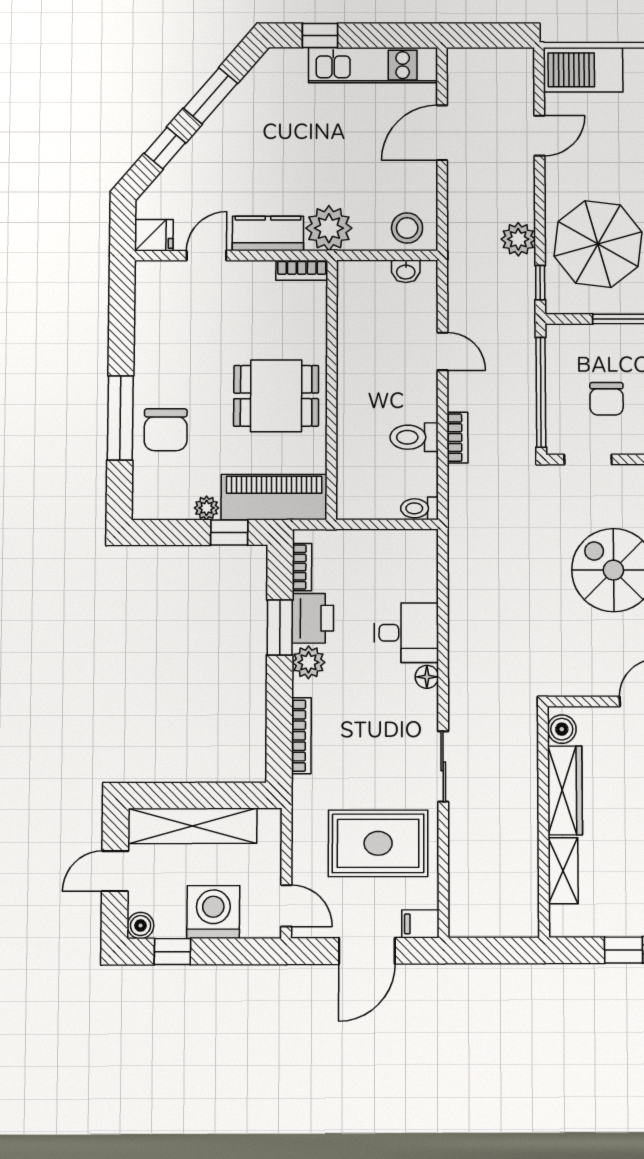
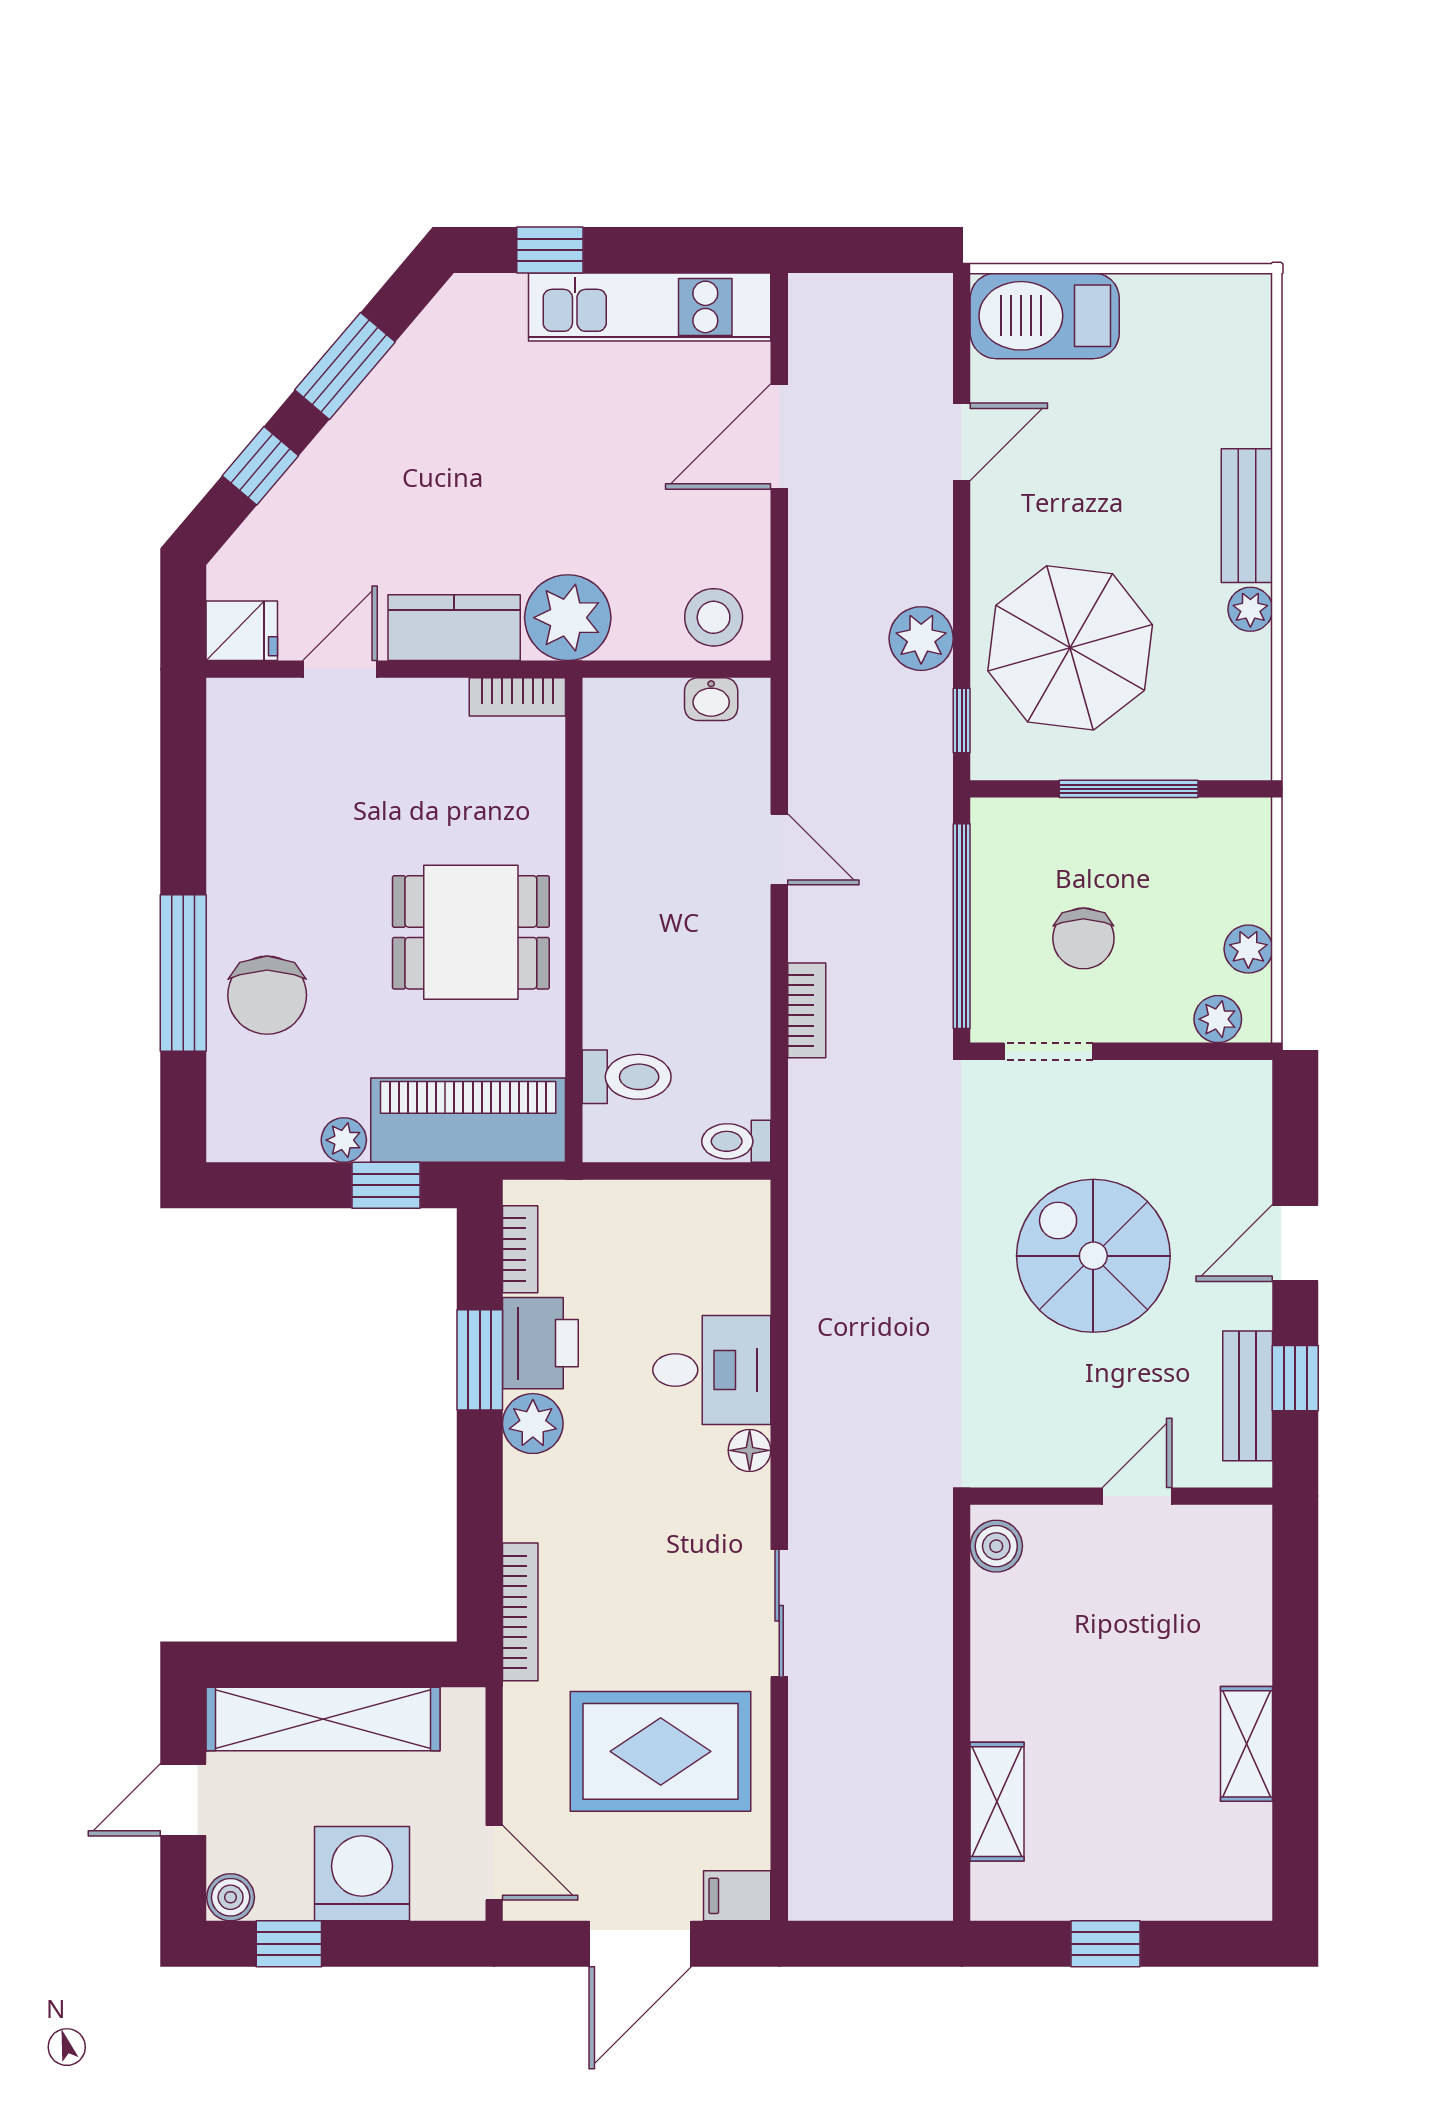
toilet: (414, 437) -> (627, 1077), moved, turned 180
bookcase: (301, 736) -> (520, 1612), moved
wardrobe: (565, 790) -> (1001, 1657), removed

